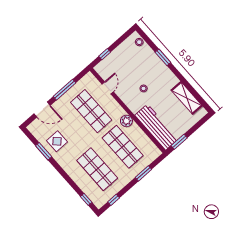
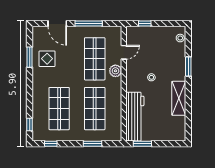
shelving: (187, 98) -> (179, 98), moved
plant: (126, 121) -> (115, 71), moved

